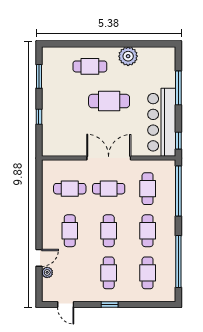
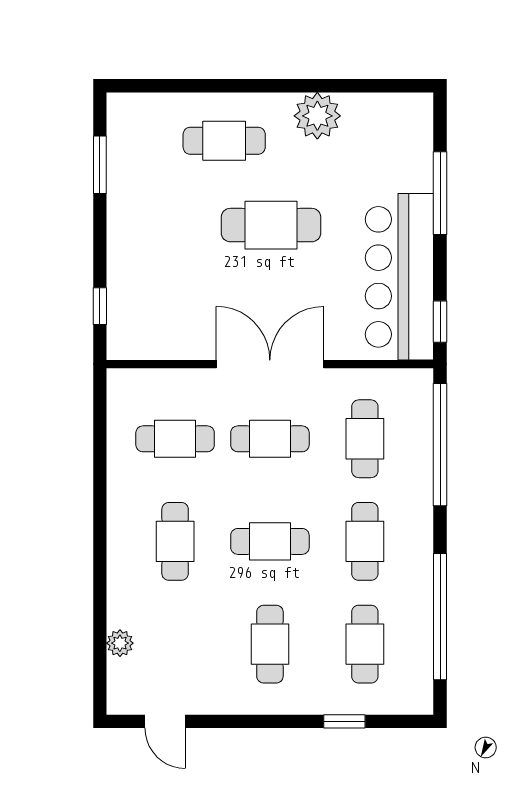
window: (39, 117) -> (100, 306), moved
cafe table: (109, 231) -> (270, 541), turned 90
door: (39, 258) -> (100, 608), removed
window: (110, 304) -> (344, 721), moved

